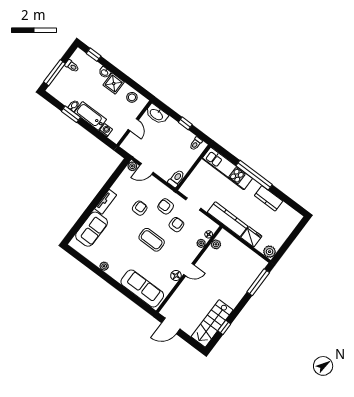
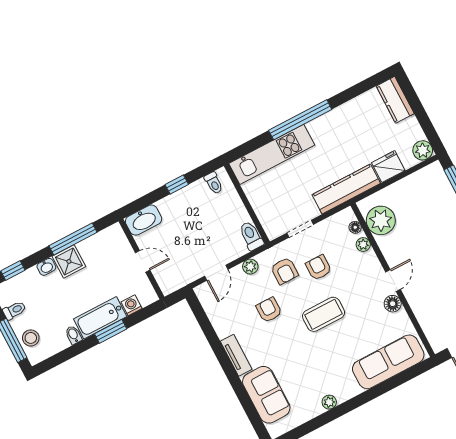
window: (127, 80) -> (73, 239), added
stool: (132, 97) -> (31, 338), moved
window: (71, 114) -> (111, 331), moved
plant: (132, 166) -> (250, 267), moved
kitchen counter: (269, 198) -> (395, 100), moved, turned 90
armchair: (166, 206) -> (284, 271), turned -90
plant: (216, 244) -> (381, 220), width x1.88, depth x1.88

